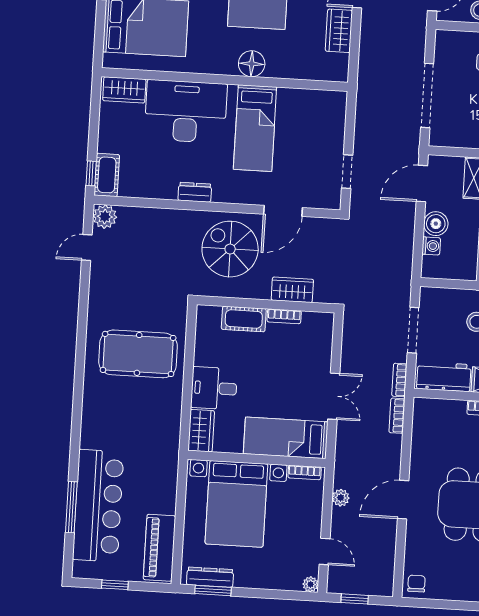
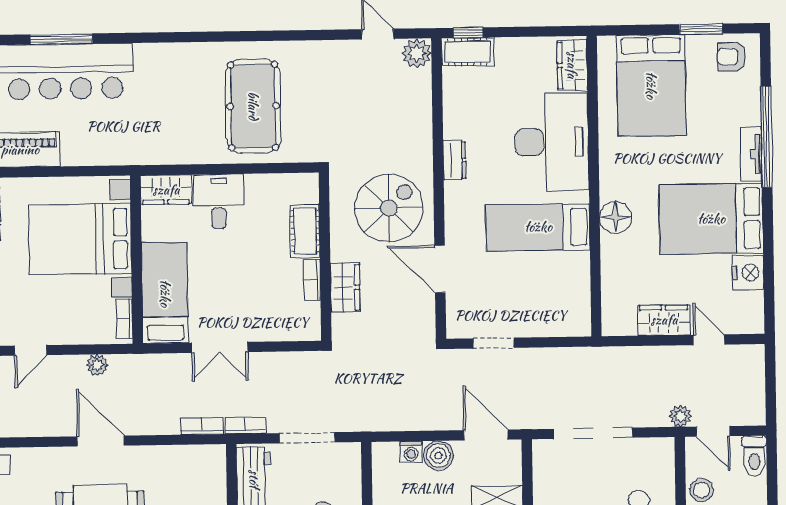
plant: (418, 23) -> (680, 416), added

